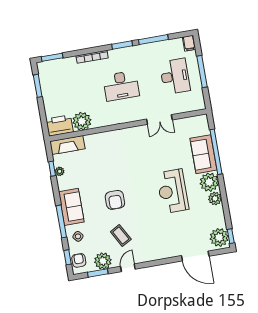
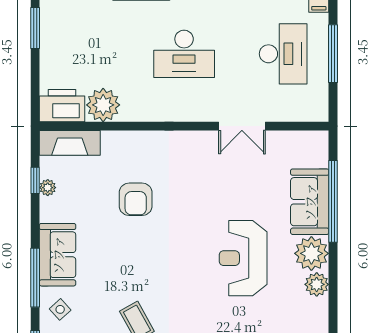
armchair: (115, 200) -> (136, 199), moved

